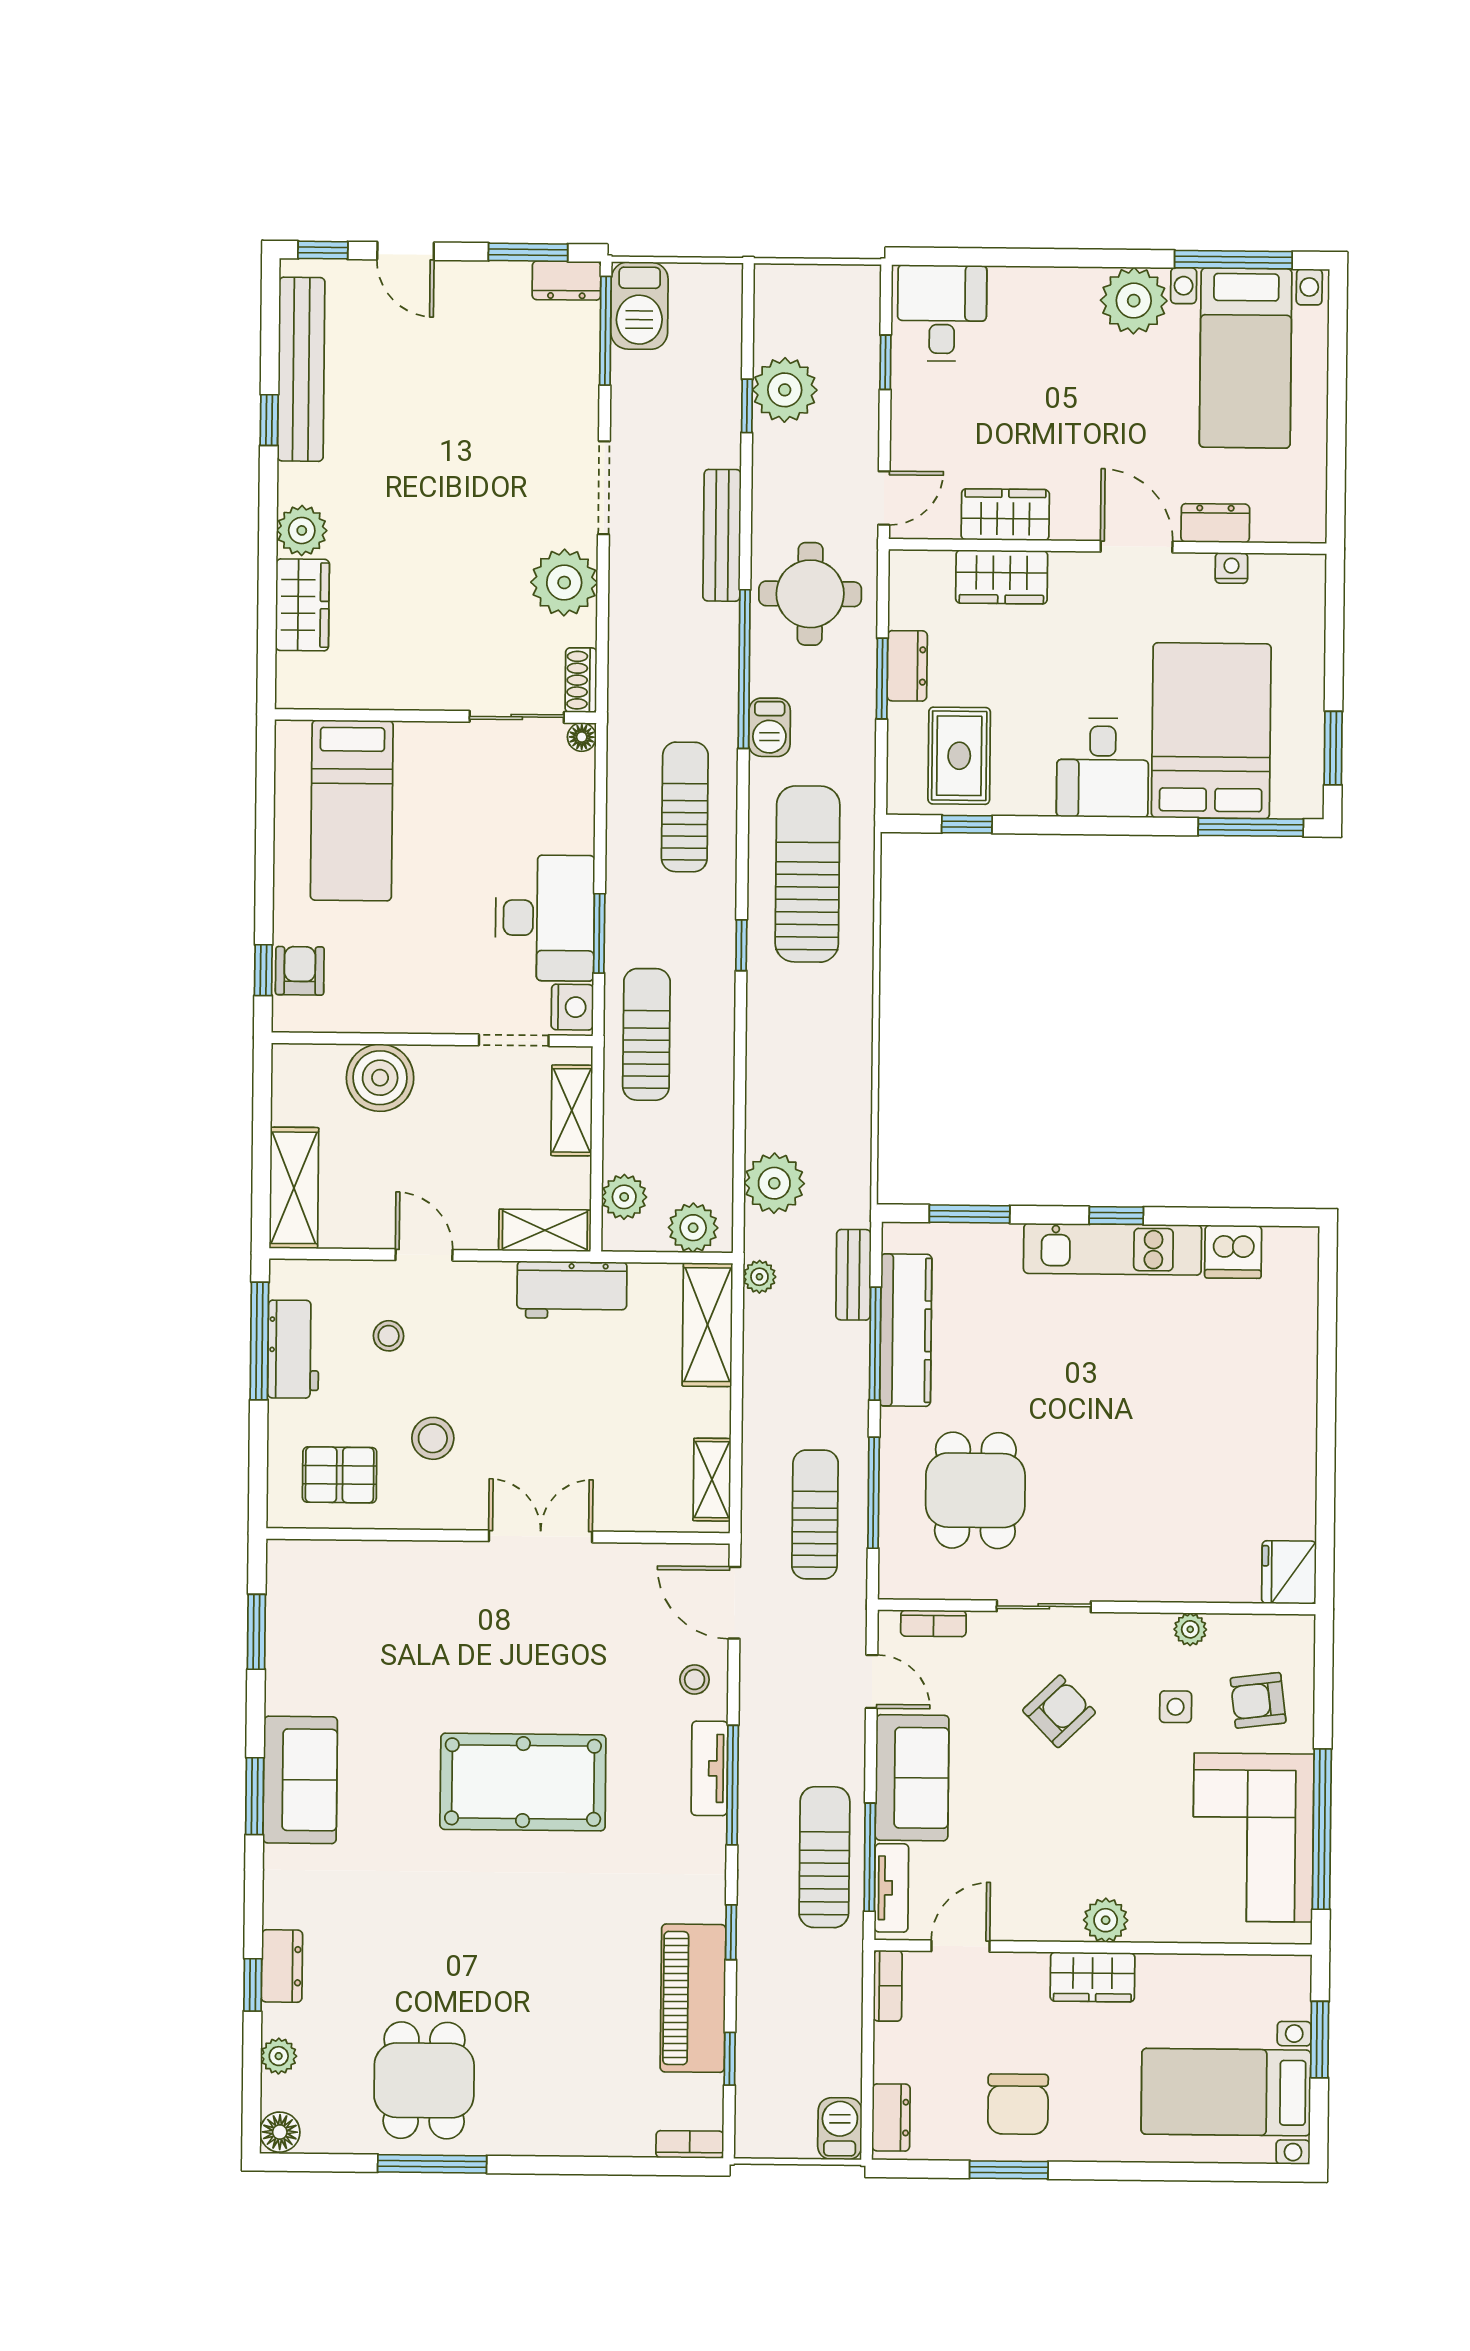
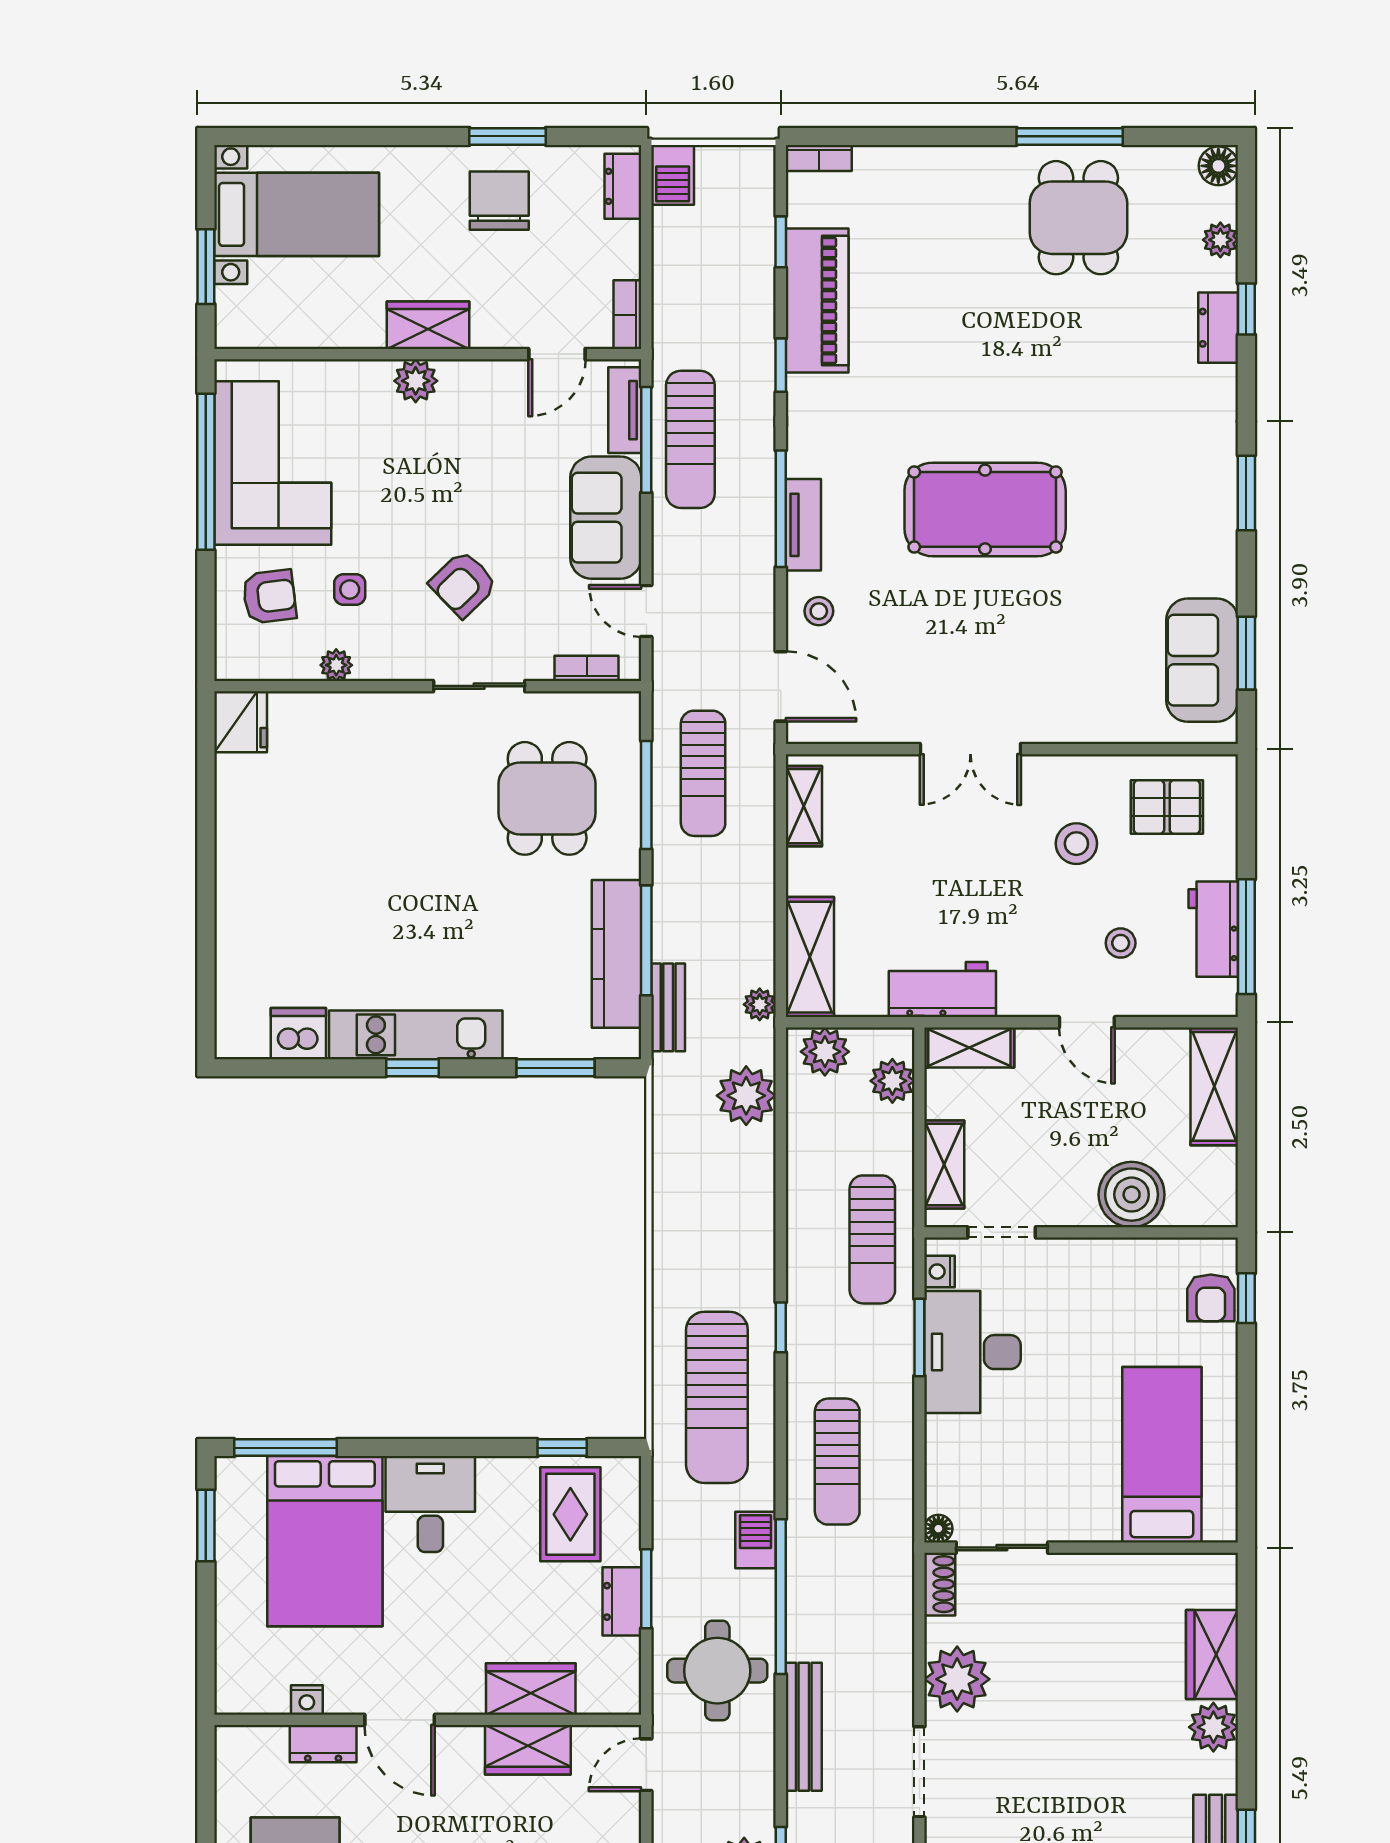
nightstand: (572, 1007) -> (940, 1272), width x0.72, depth x0.74
sofa: (300, 1780) -> (1202, 660), moved

